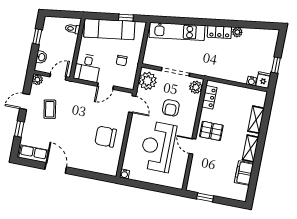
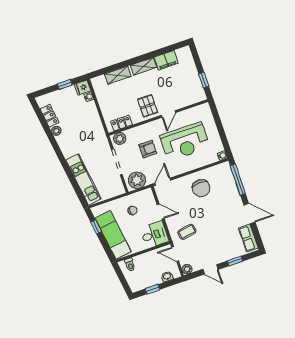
locker: (219, 32) -> (50, 116), moved
coffee table: (50, 109) -> (187, 232), moved
door: (56, 168) -> (249, 214), swing flipped
window: (94, 176) -> (238, 180), added

